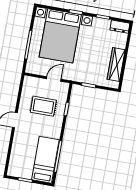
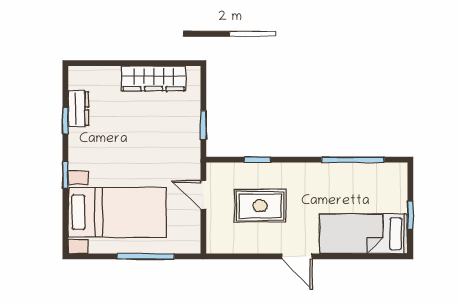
dresser: (120, 27) -> (78, 108), moved
bed with nightstands: (60, 36) -> (117, 212), width x0.73
rug: (43, 106) -> (260, 206), turned 90
bed: (45, 160) -> (364, 234), moved

